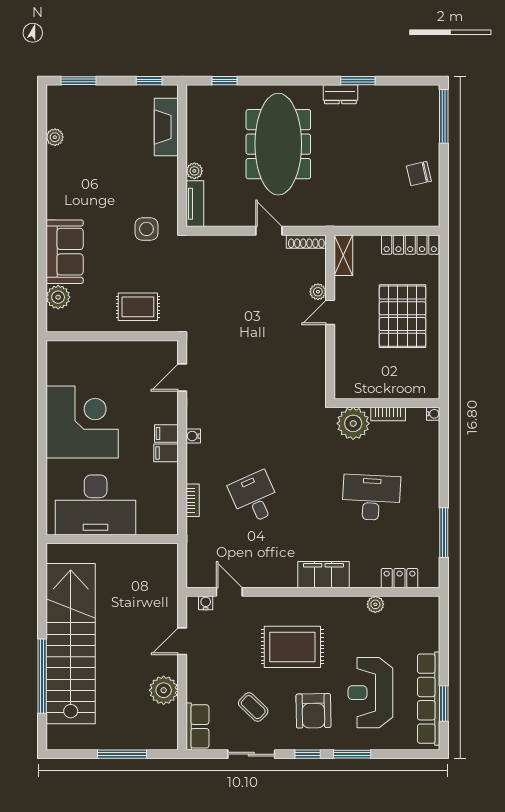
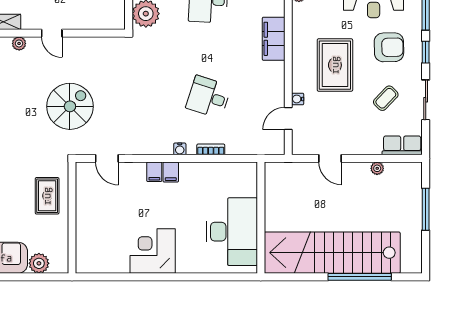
plant: (318, 292) -> (19, 43), moved
spiral stairs: (244, 334) -> (70, 106), added
corner desk: (82, 422) -> (153, 251), width x0.74, depth x0.74
water cooler: (193, 436) -> (180, 149), moved
desk: (255, 498) -> (208, 97), turned 42
desk: (96, 505) -> (232, 232), moved
wall: (112, 539) -> (261, 218), moved
water cooler: (206, 603) -> (298, 99), moved
plant: (164, 690) -> (377, 168), width x0.53, depth x0.53

